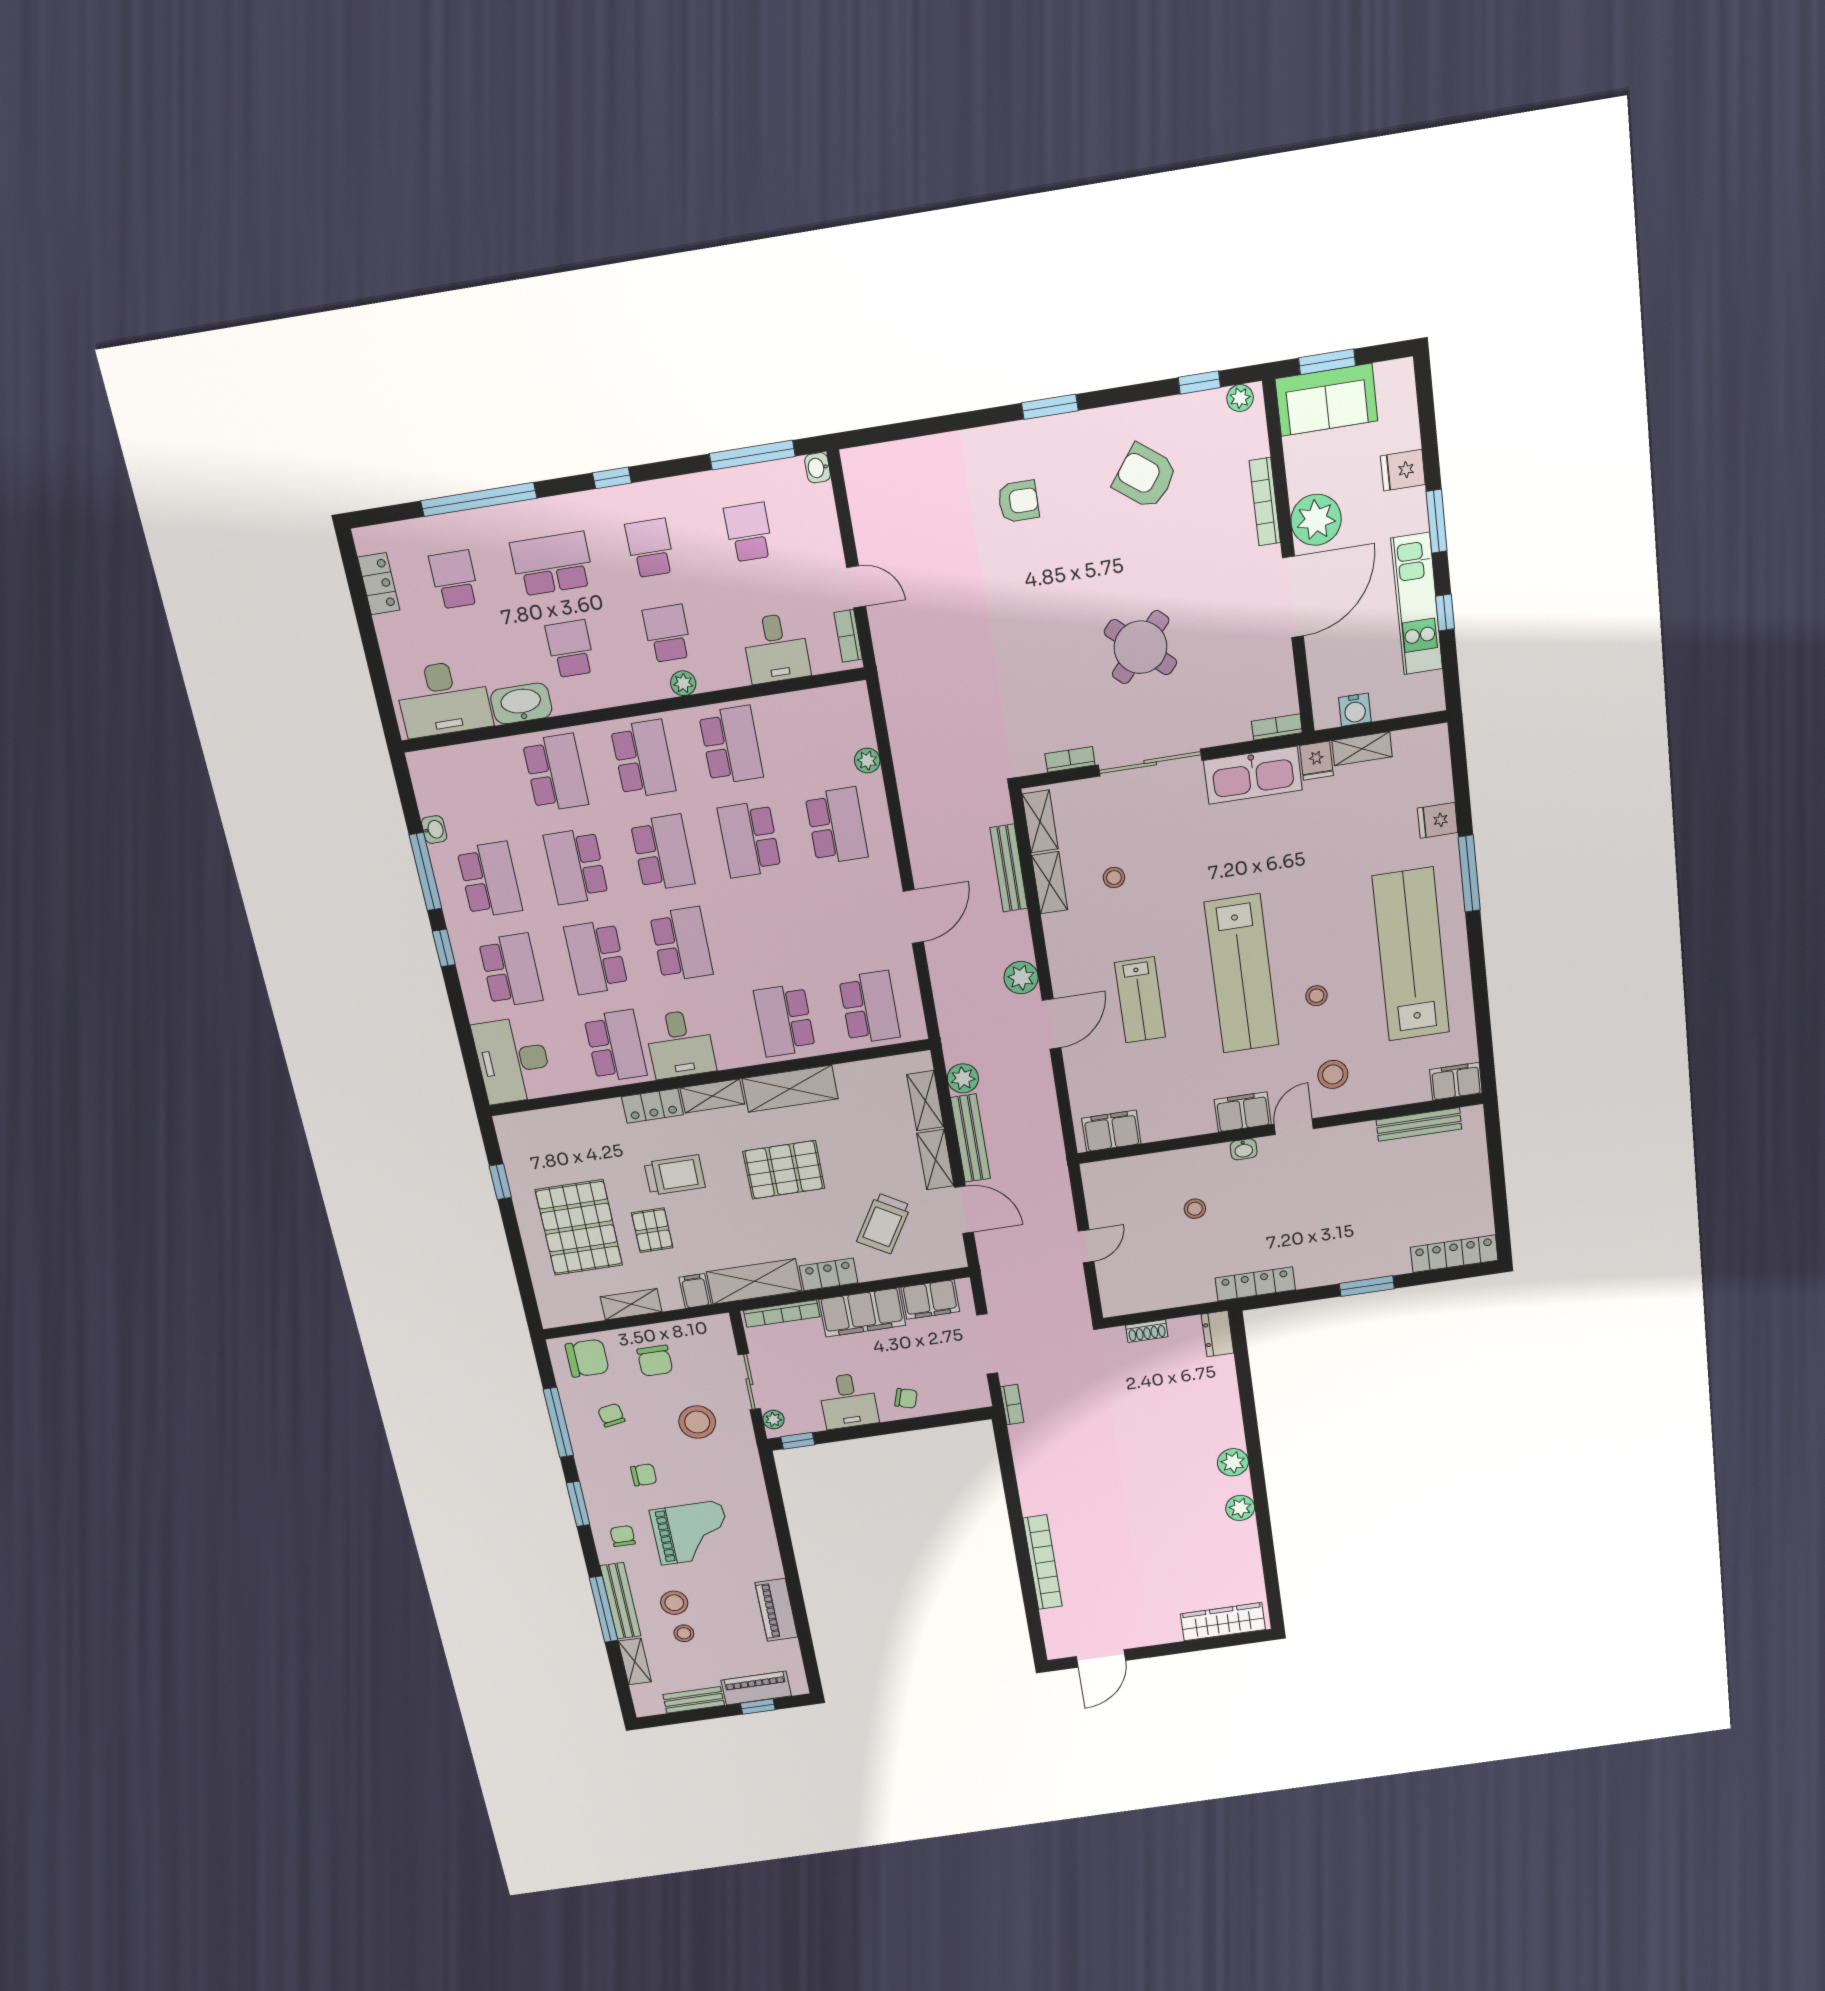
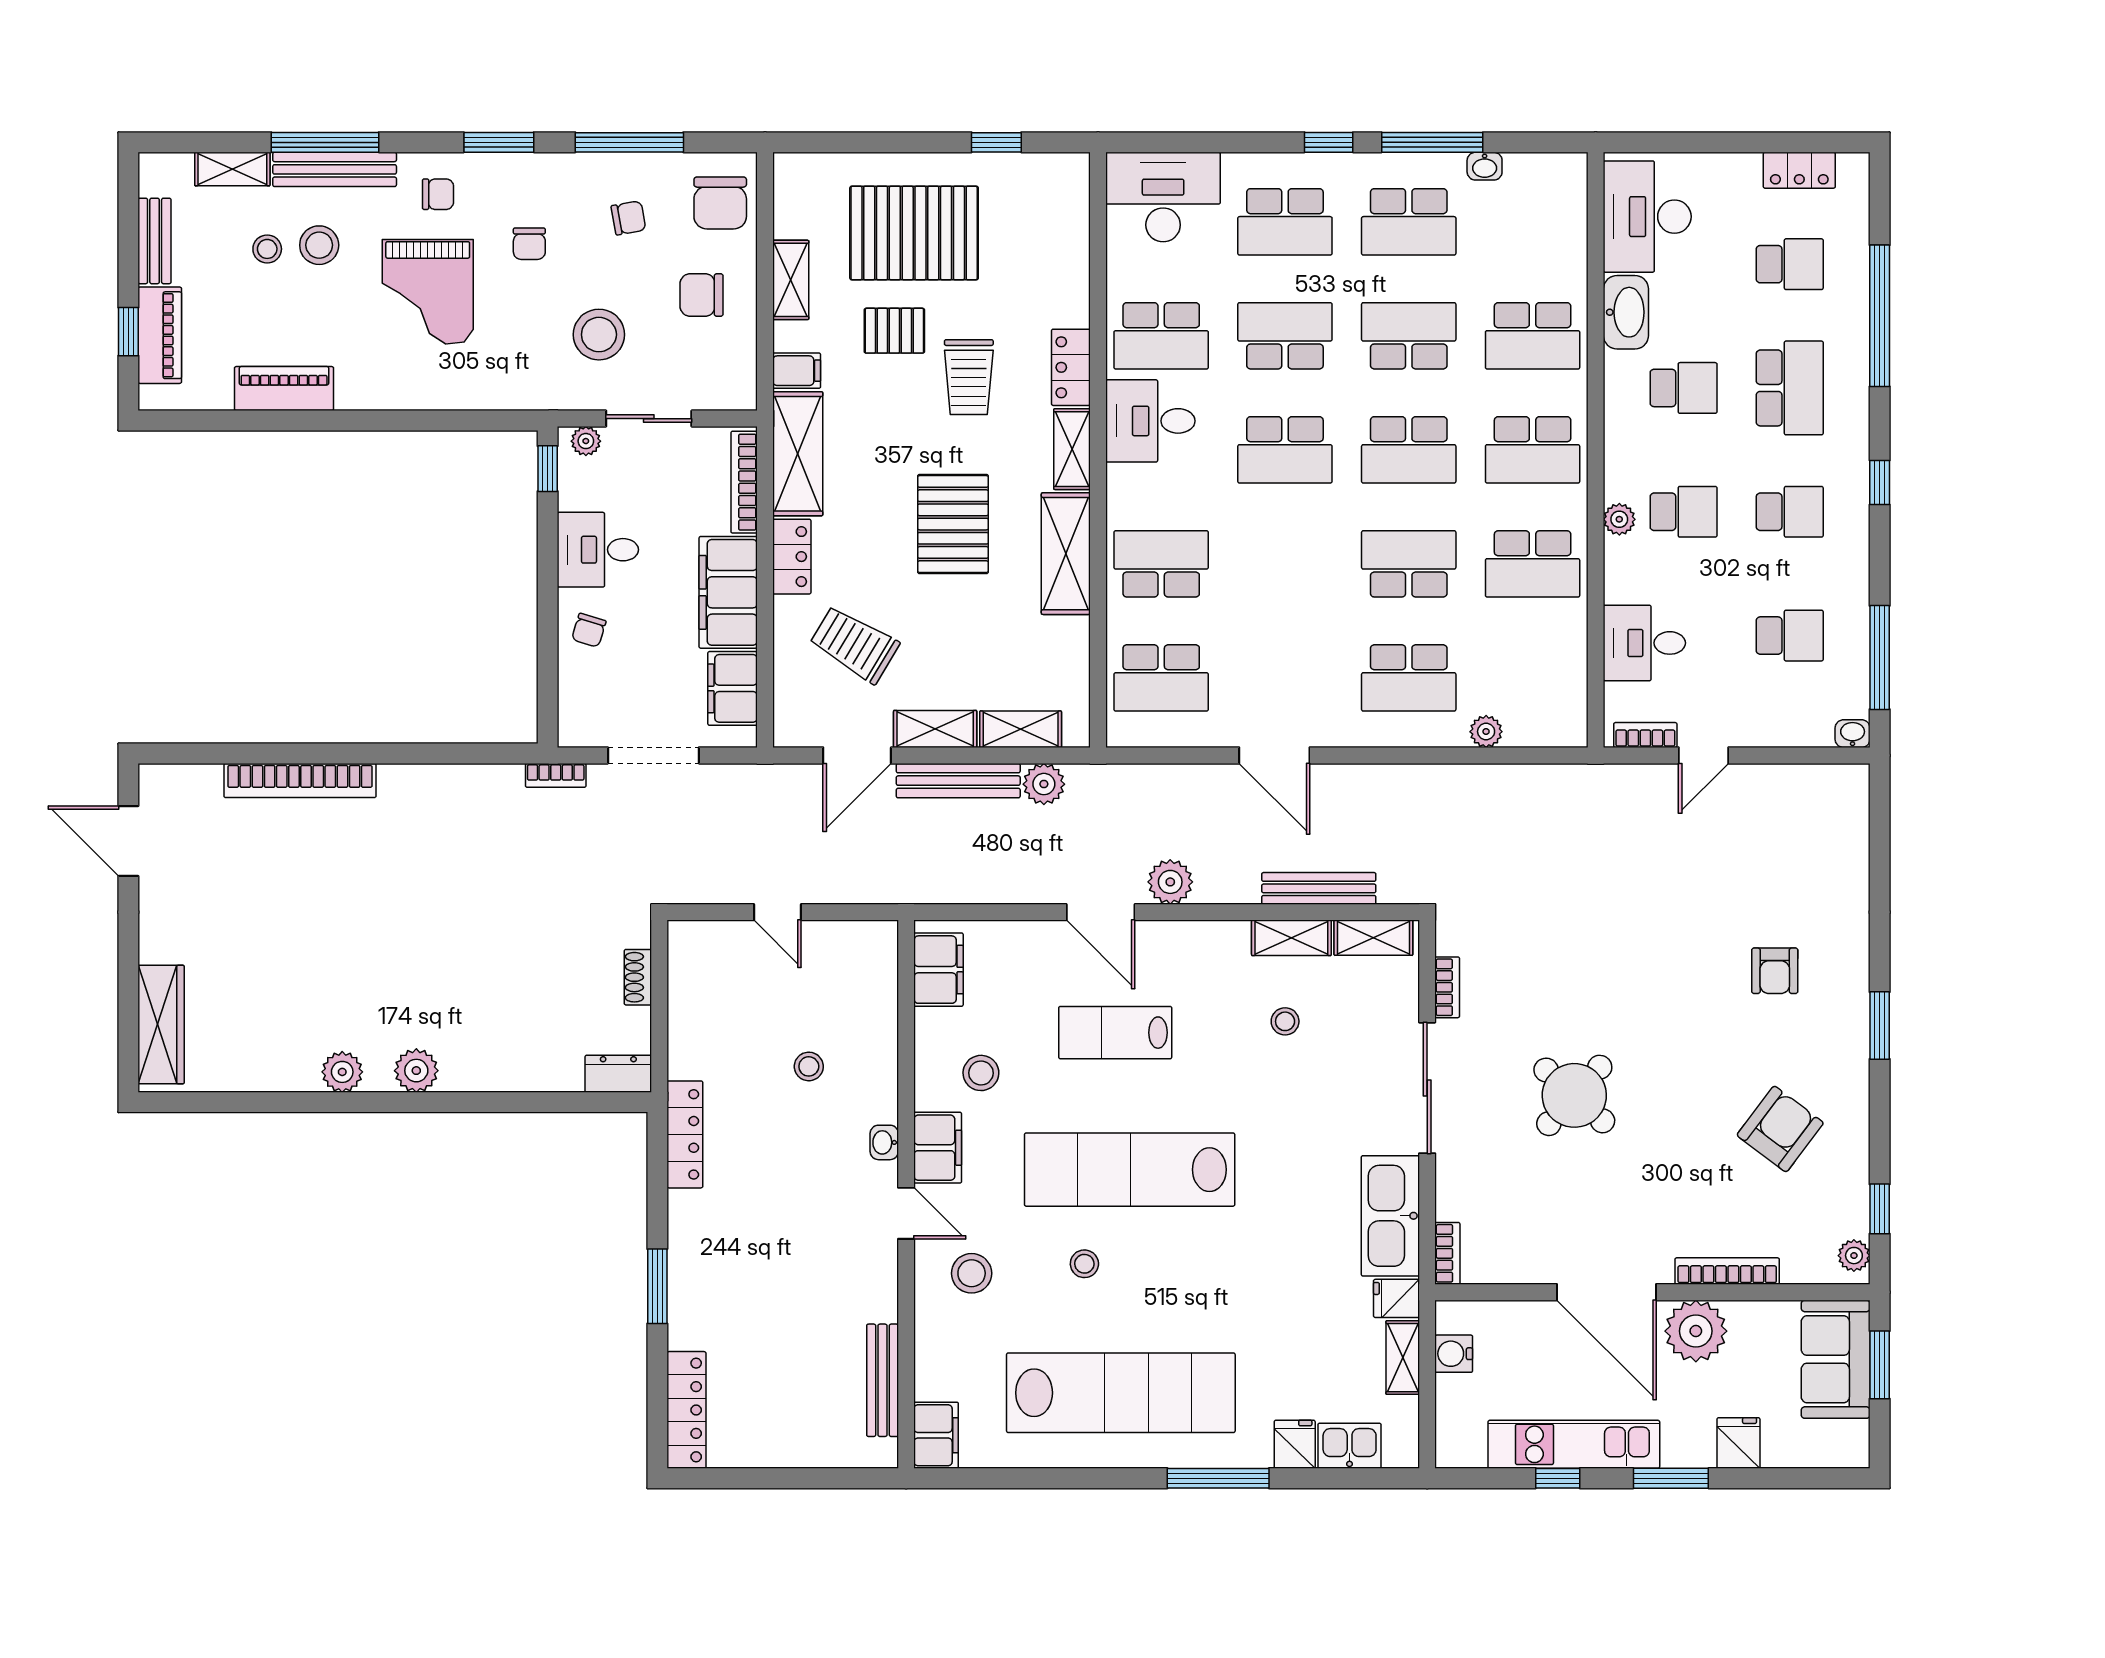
kitchen sink: (1435, 779) -> (1350, 1446), added
stool: (1183, 1090) -> (981, 1073), added

